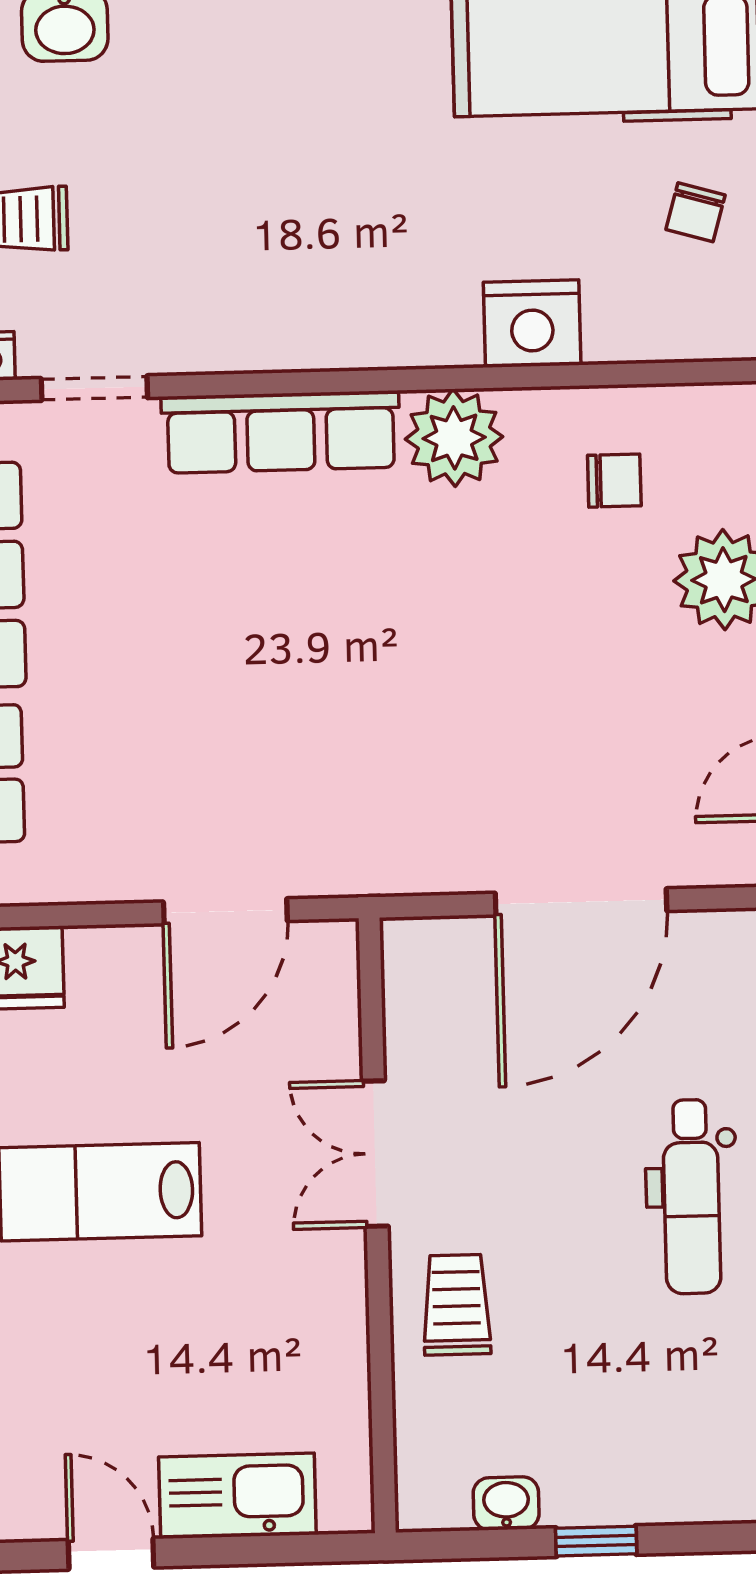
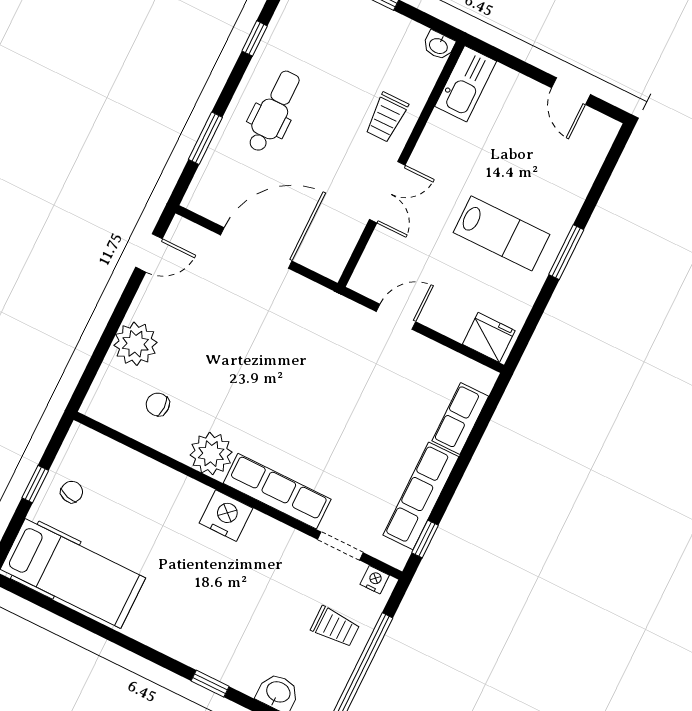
nightstand: (532, 324) -> (226, 516), moved
door: (225, 911) -> (396, 317), width x0.73
kitchen sink: (237, 1496) -> (466, 84), moved, turned -90
washbasin: (506, 1503) -> (439, 45), moved

